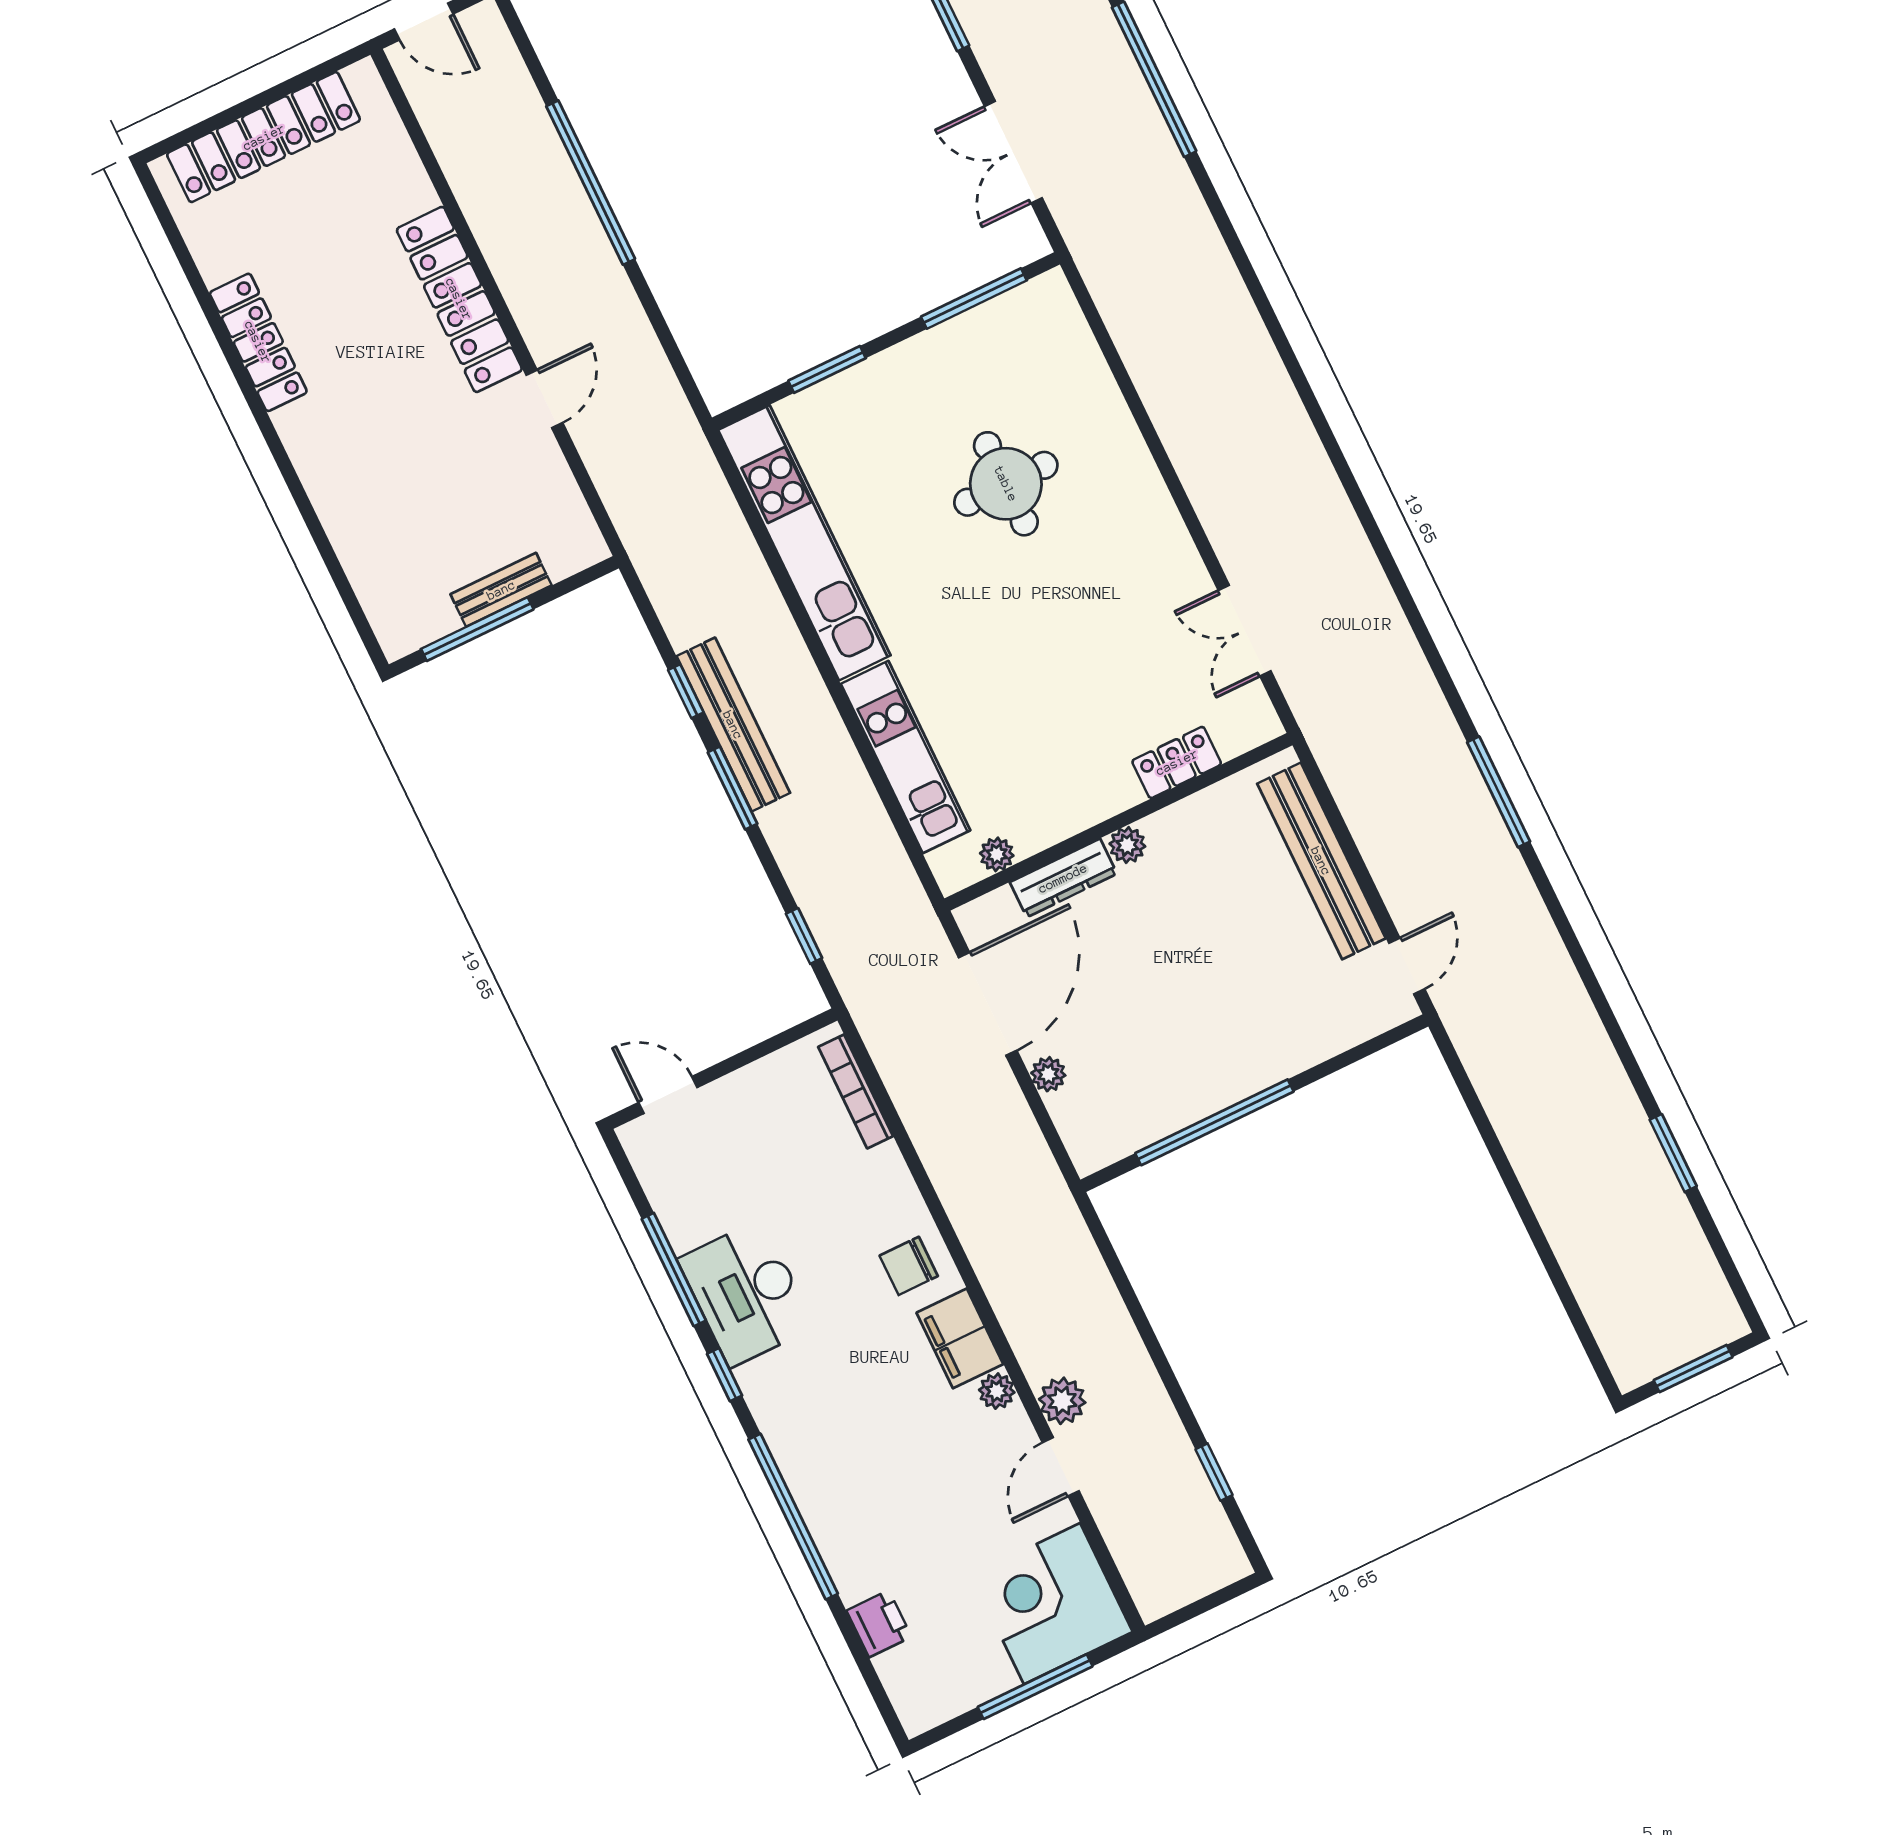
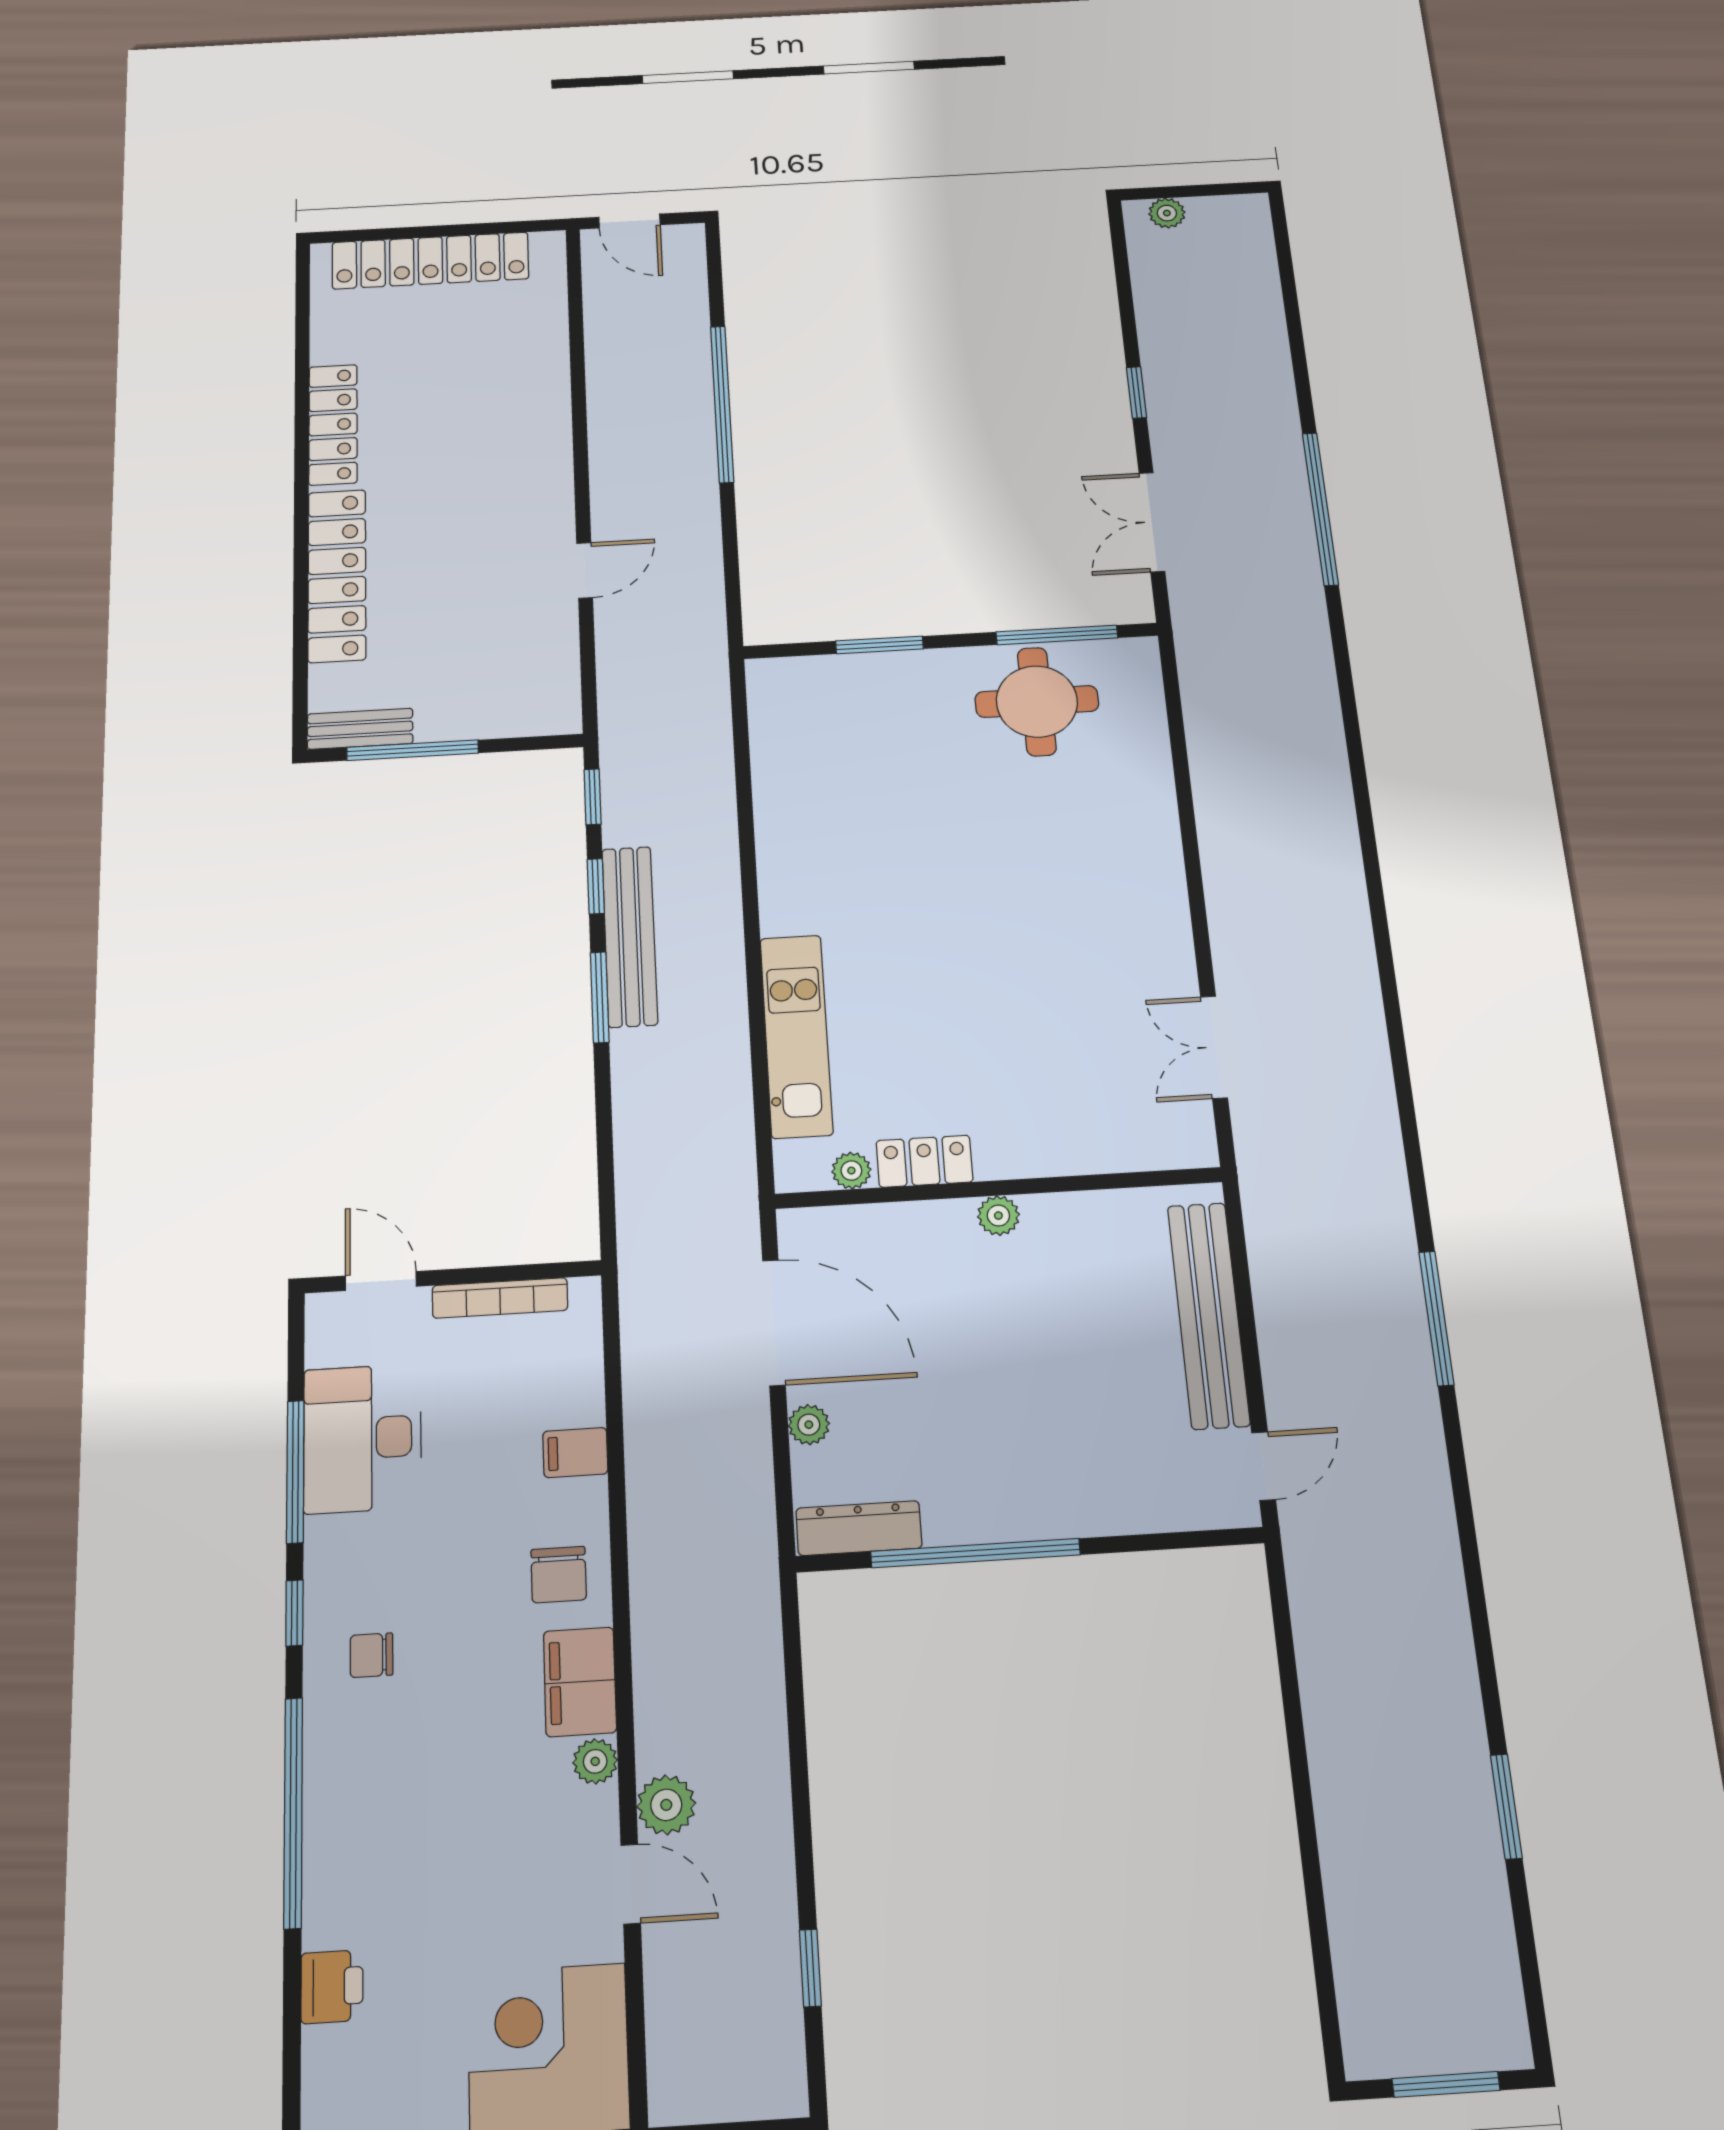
locker: (459, 299) -> (337, 575), moved, turned 180
round table: (1006, 484) -> (1037, 702), moved
kitchen unit: (804, 543) -> (784, 793), removed
bench: (501, 590) -> (360, 729), moved
locker: (1177, 762) -> (924, 1161), moved
dresser: (1063, 878) -> (859, 1528), moved, turned 180
window: (804, 936) -> (593, 797), moved
door: (988, 1004) -> (774, 1323), hinge flipped
bookcase: (856, 1091) -> (500, 1298), moved, turned -90
filing cabinet: (880, 1168) -> (575, 1453), added
chair: (909, 1266) -> (559, 1575), turned -90
desk: (746, 1293) -> (362, 1438), moved
chair: (797, 1382) -> (372, 1655), added
door: (1061, 1467) -> (631, 1884), swing flipped

